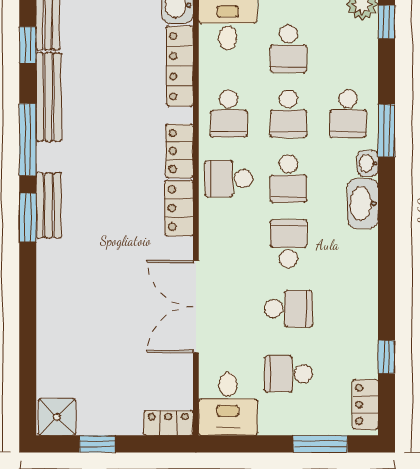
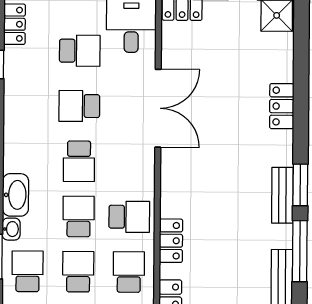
locker: (179, 208) -> (282, 106), moved, turned 180

